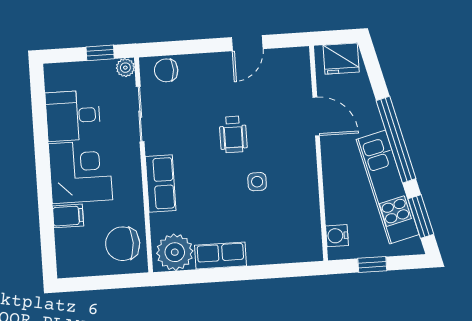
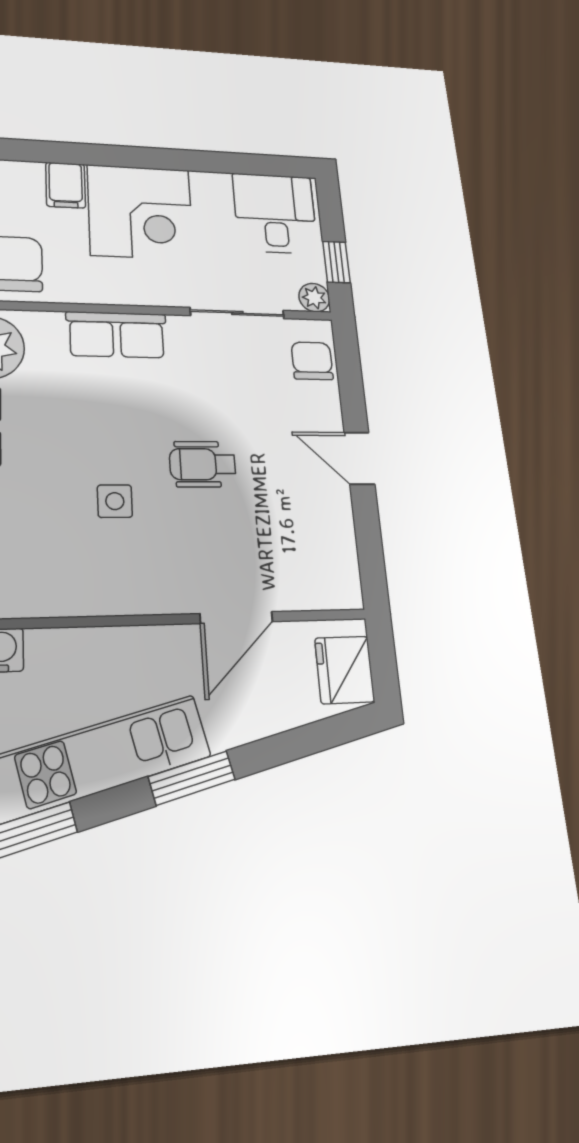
door: (247, 43) -> (359, 458), moved
desk: (73, 116) -> (275, 213), moved
window: (396, 140) -> (192, 778), width x0.47

